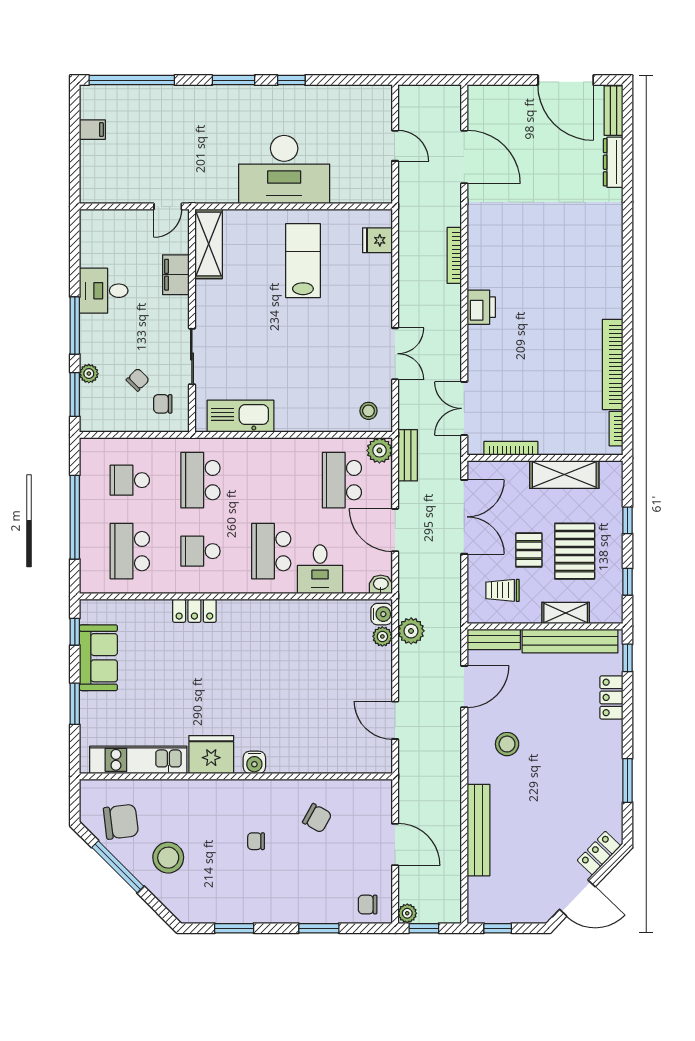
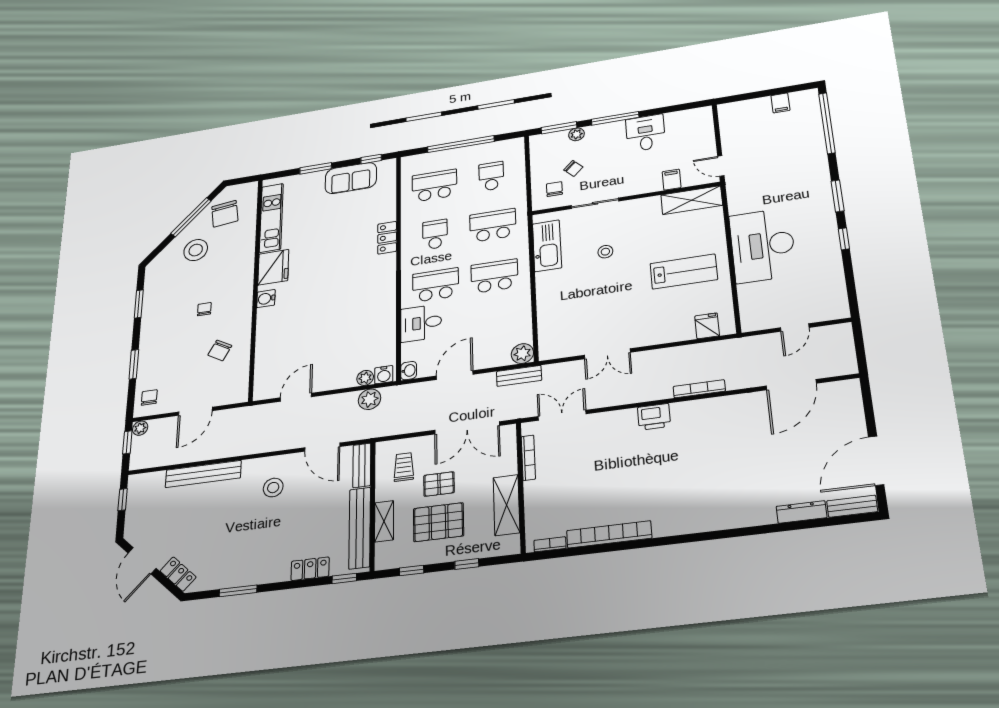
filing cabinet: (176, 275) -> (672, 180), width x0.50
stool: (368, 411) -> (605, 252), moved
school desk: (342, 480) -> (494, 276), moved

